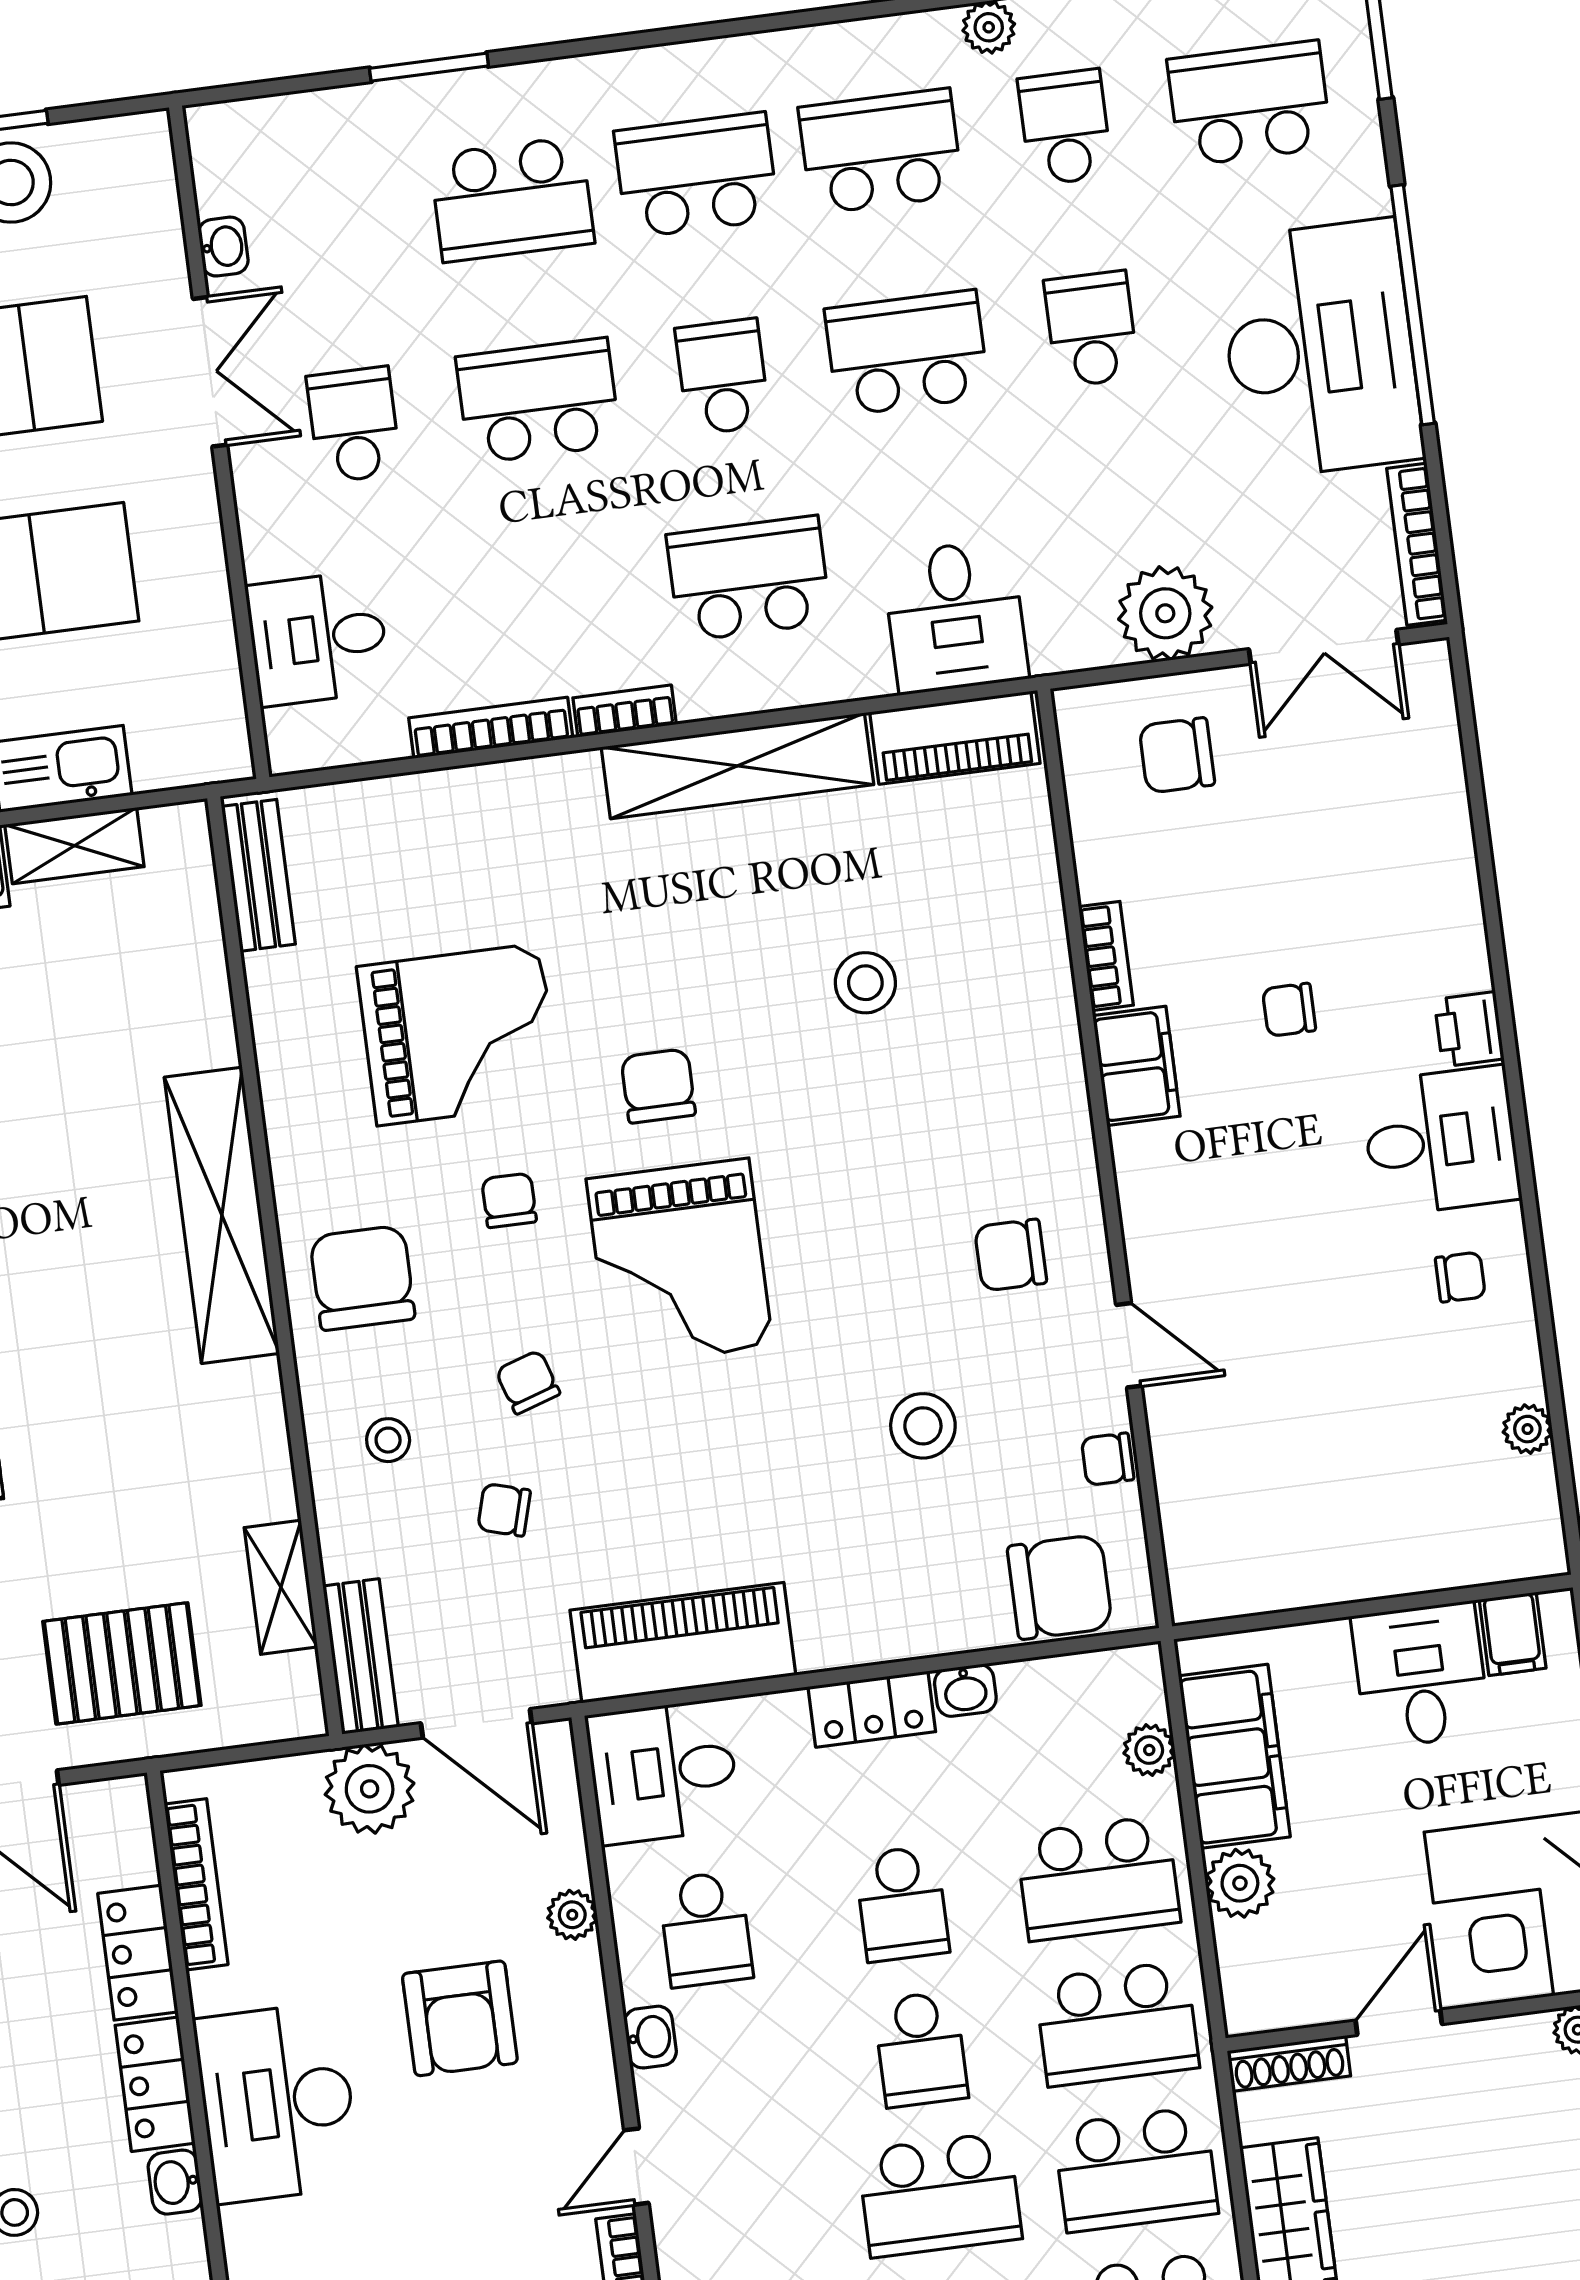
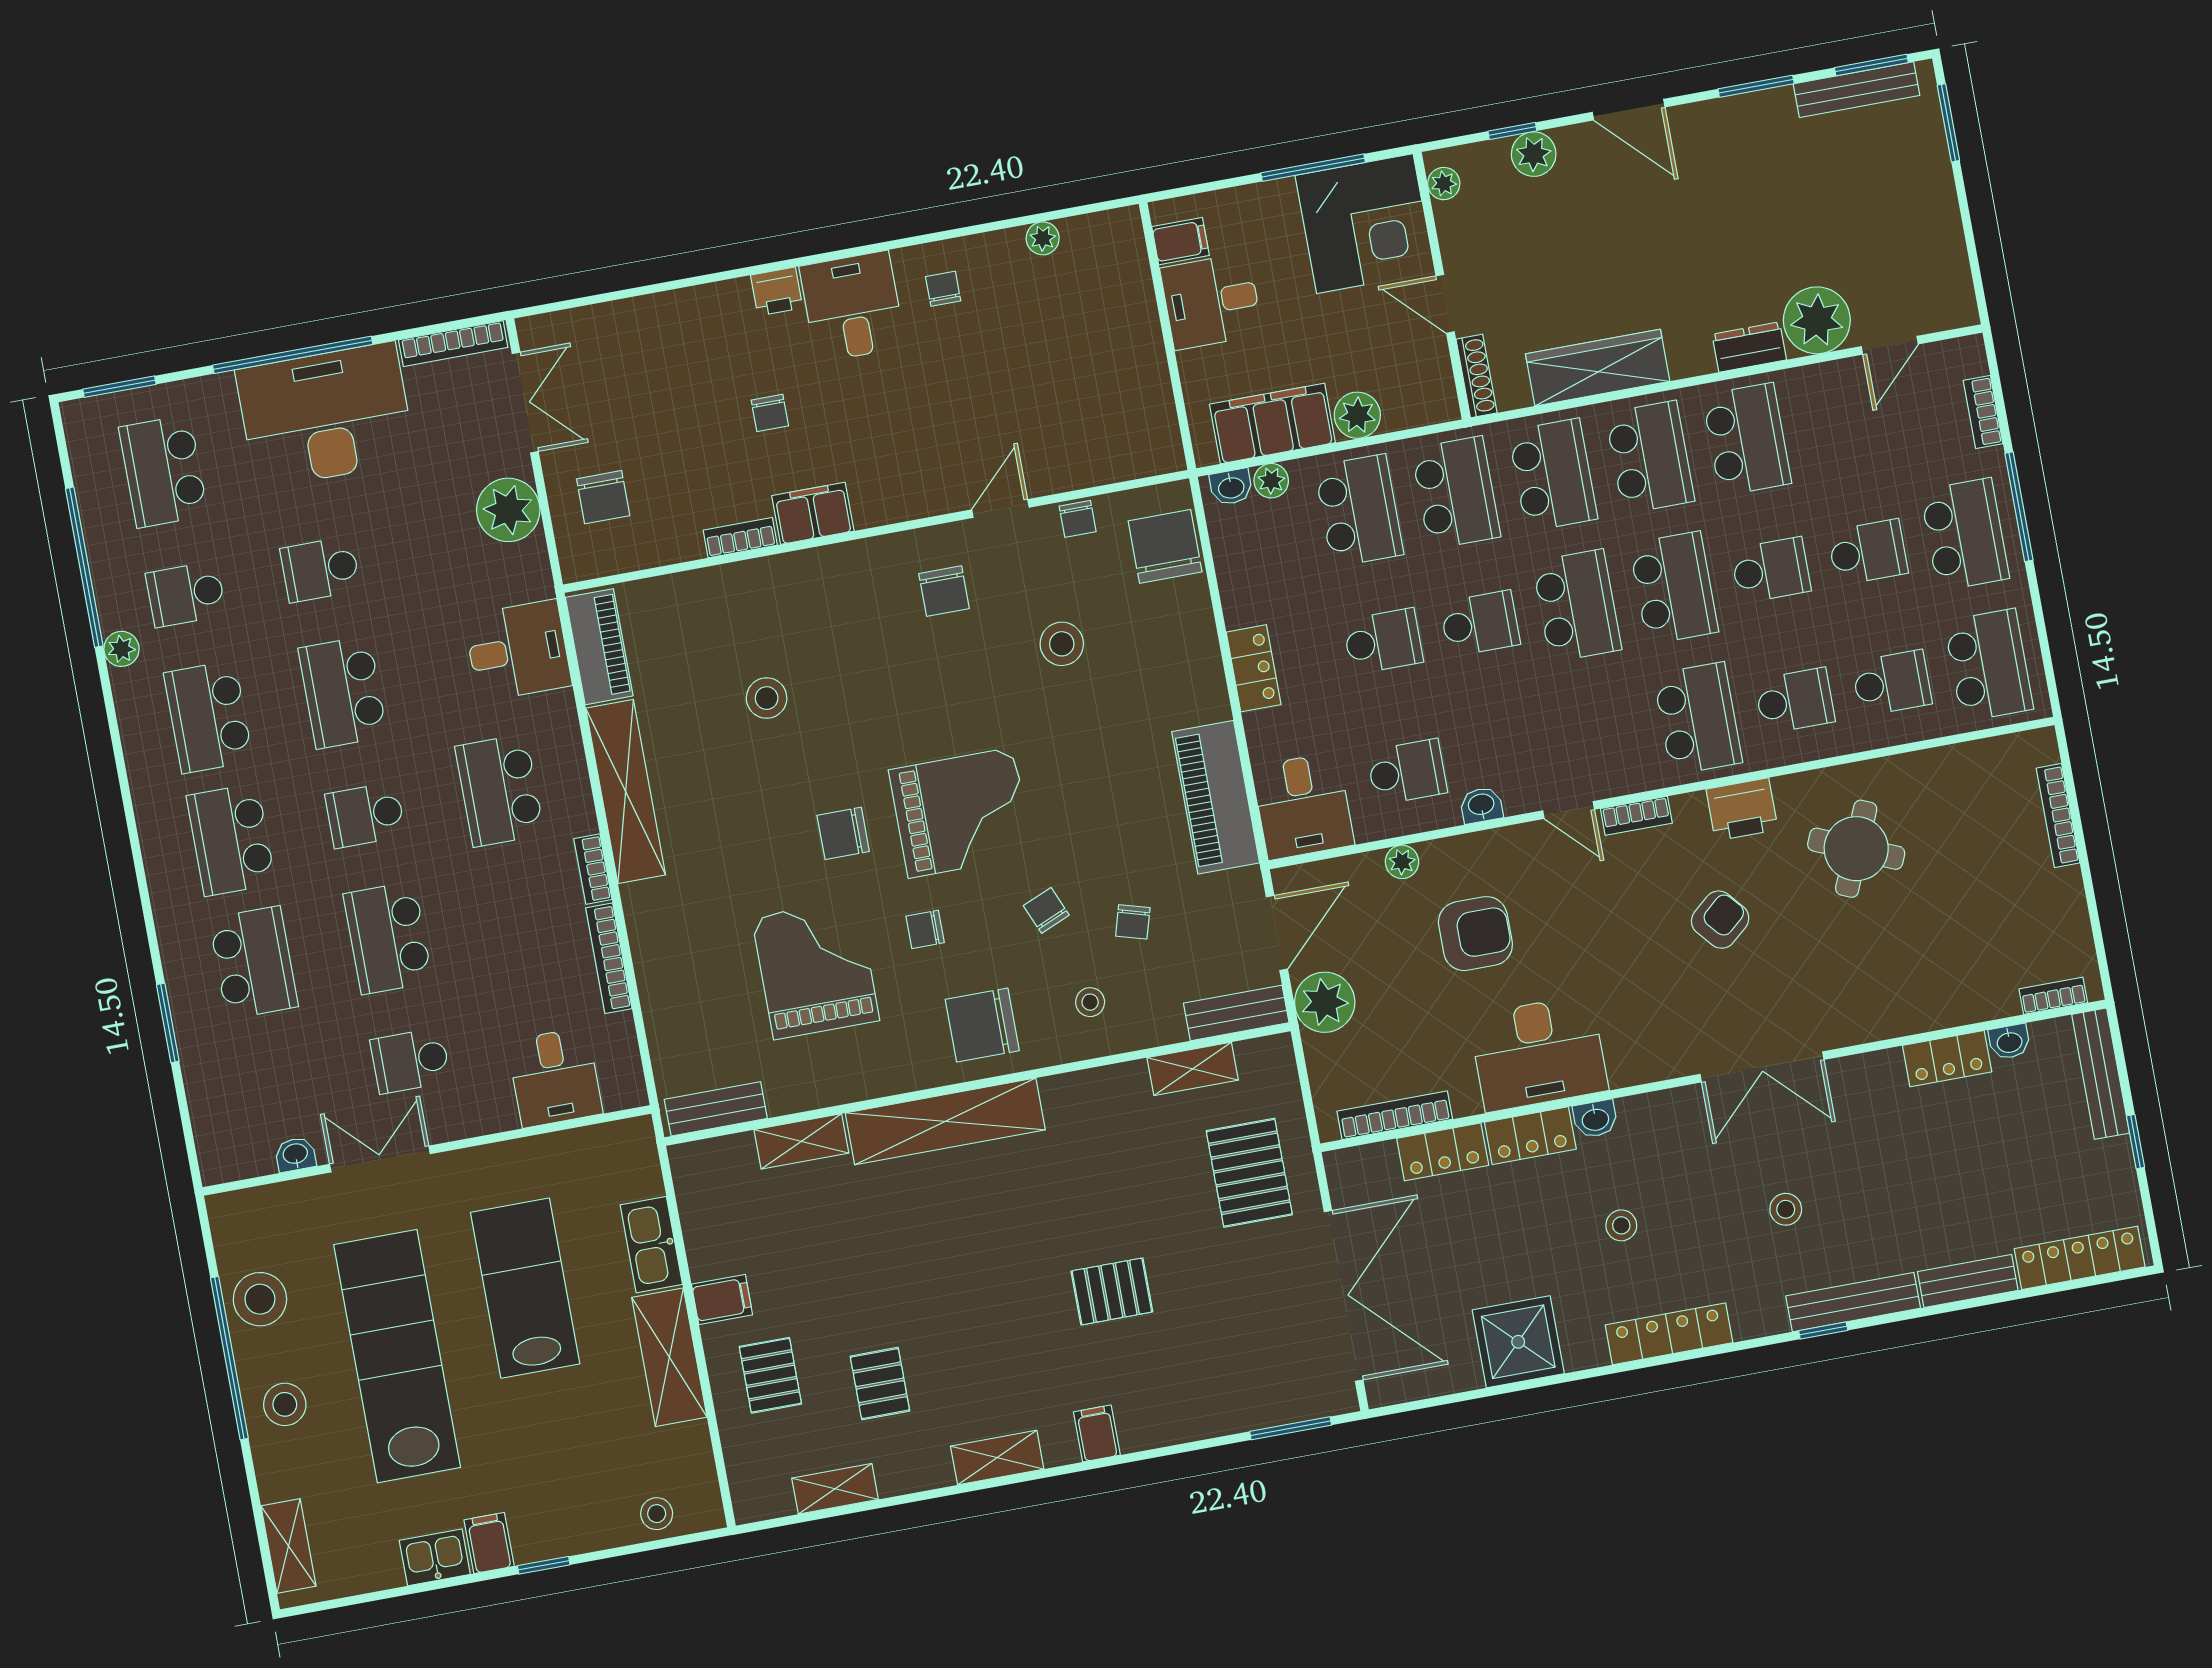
shelving: (74, 846) -> (801, 1141), moved, turned 90
chair: (528, 1382) -> (1046, 910), turned 85
washbasin: (965, 1690) -> (1231, 487), moved, turned 90

